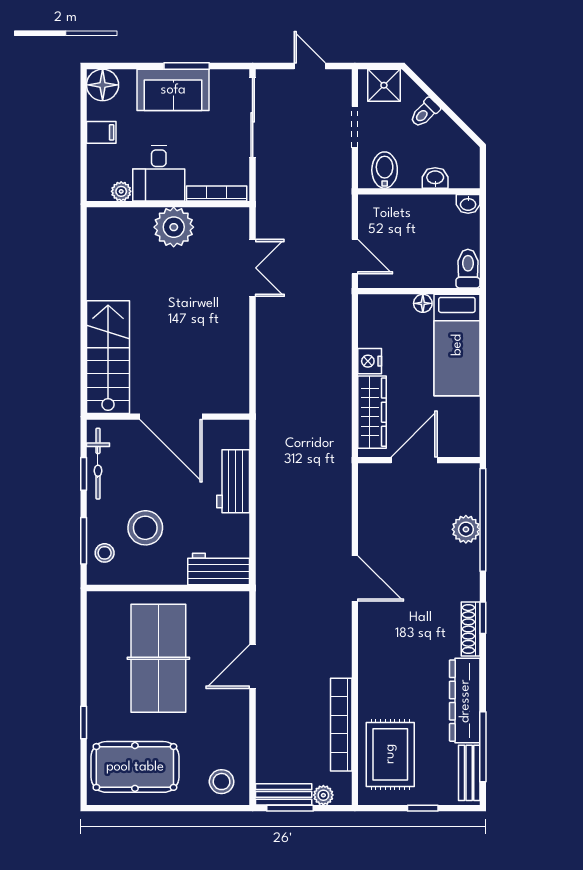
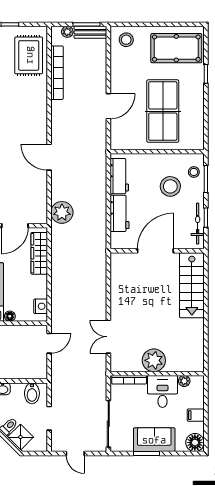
shower: (384, 85) -> (20, 437), moved, turned 45
door: (355, 257) -> (49, 343), swing flipped
nightstand: (370, 361) -> (41, 306), moved
door: (171, 417) -> (155, 251), hinge flipped
plant: (333, 483) -> (62, 212), added
workbench: (219, 569) -> (119, 176), moved, turned -90

